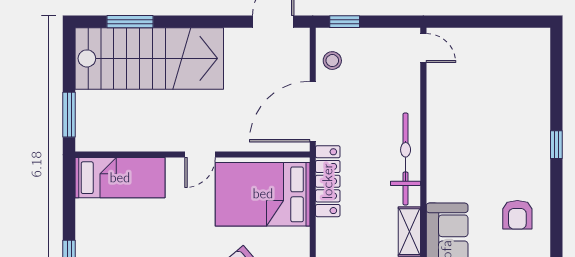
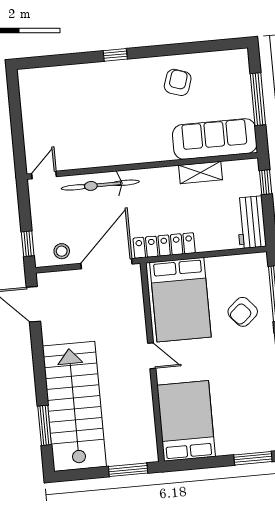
door: (313, 112) -> (106, 264), swing flipped
bicycle: (406, 159) -> (100, 185), moved
bed: (120, 178) -> (186, 421), width x1.50
armchair: (517, 215) -> (178, 82), turned -72

